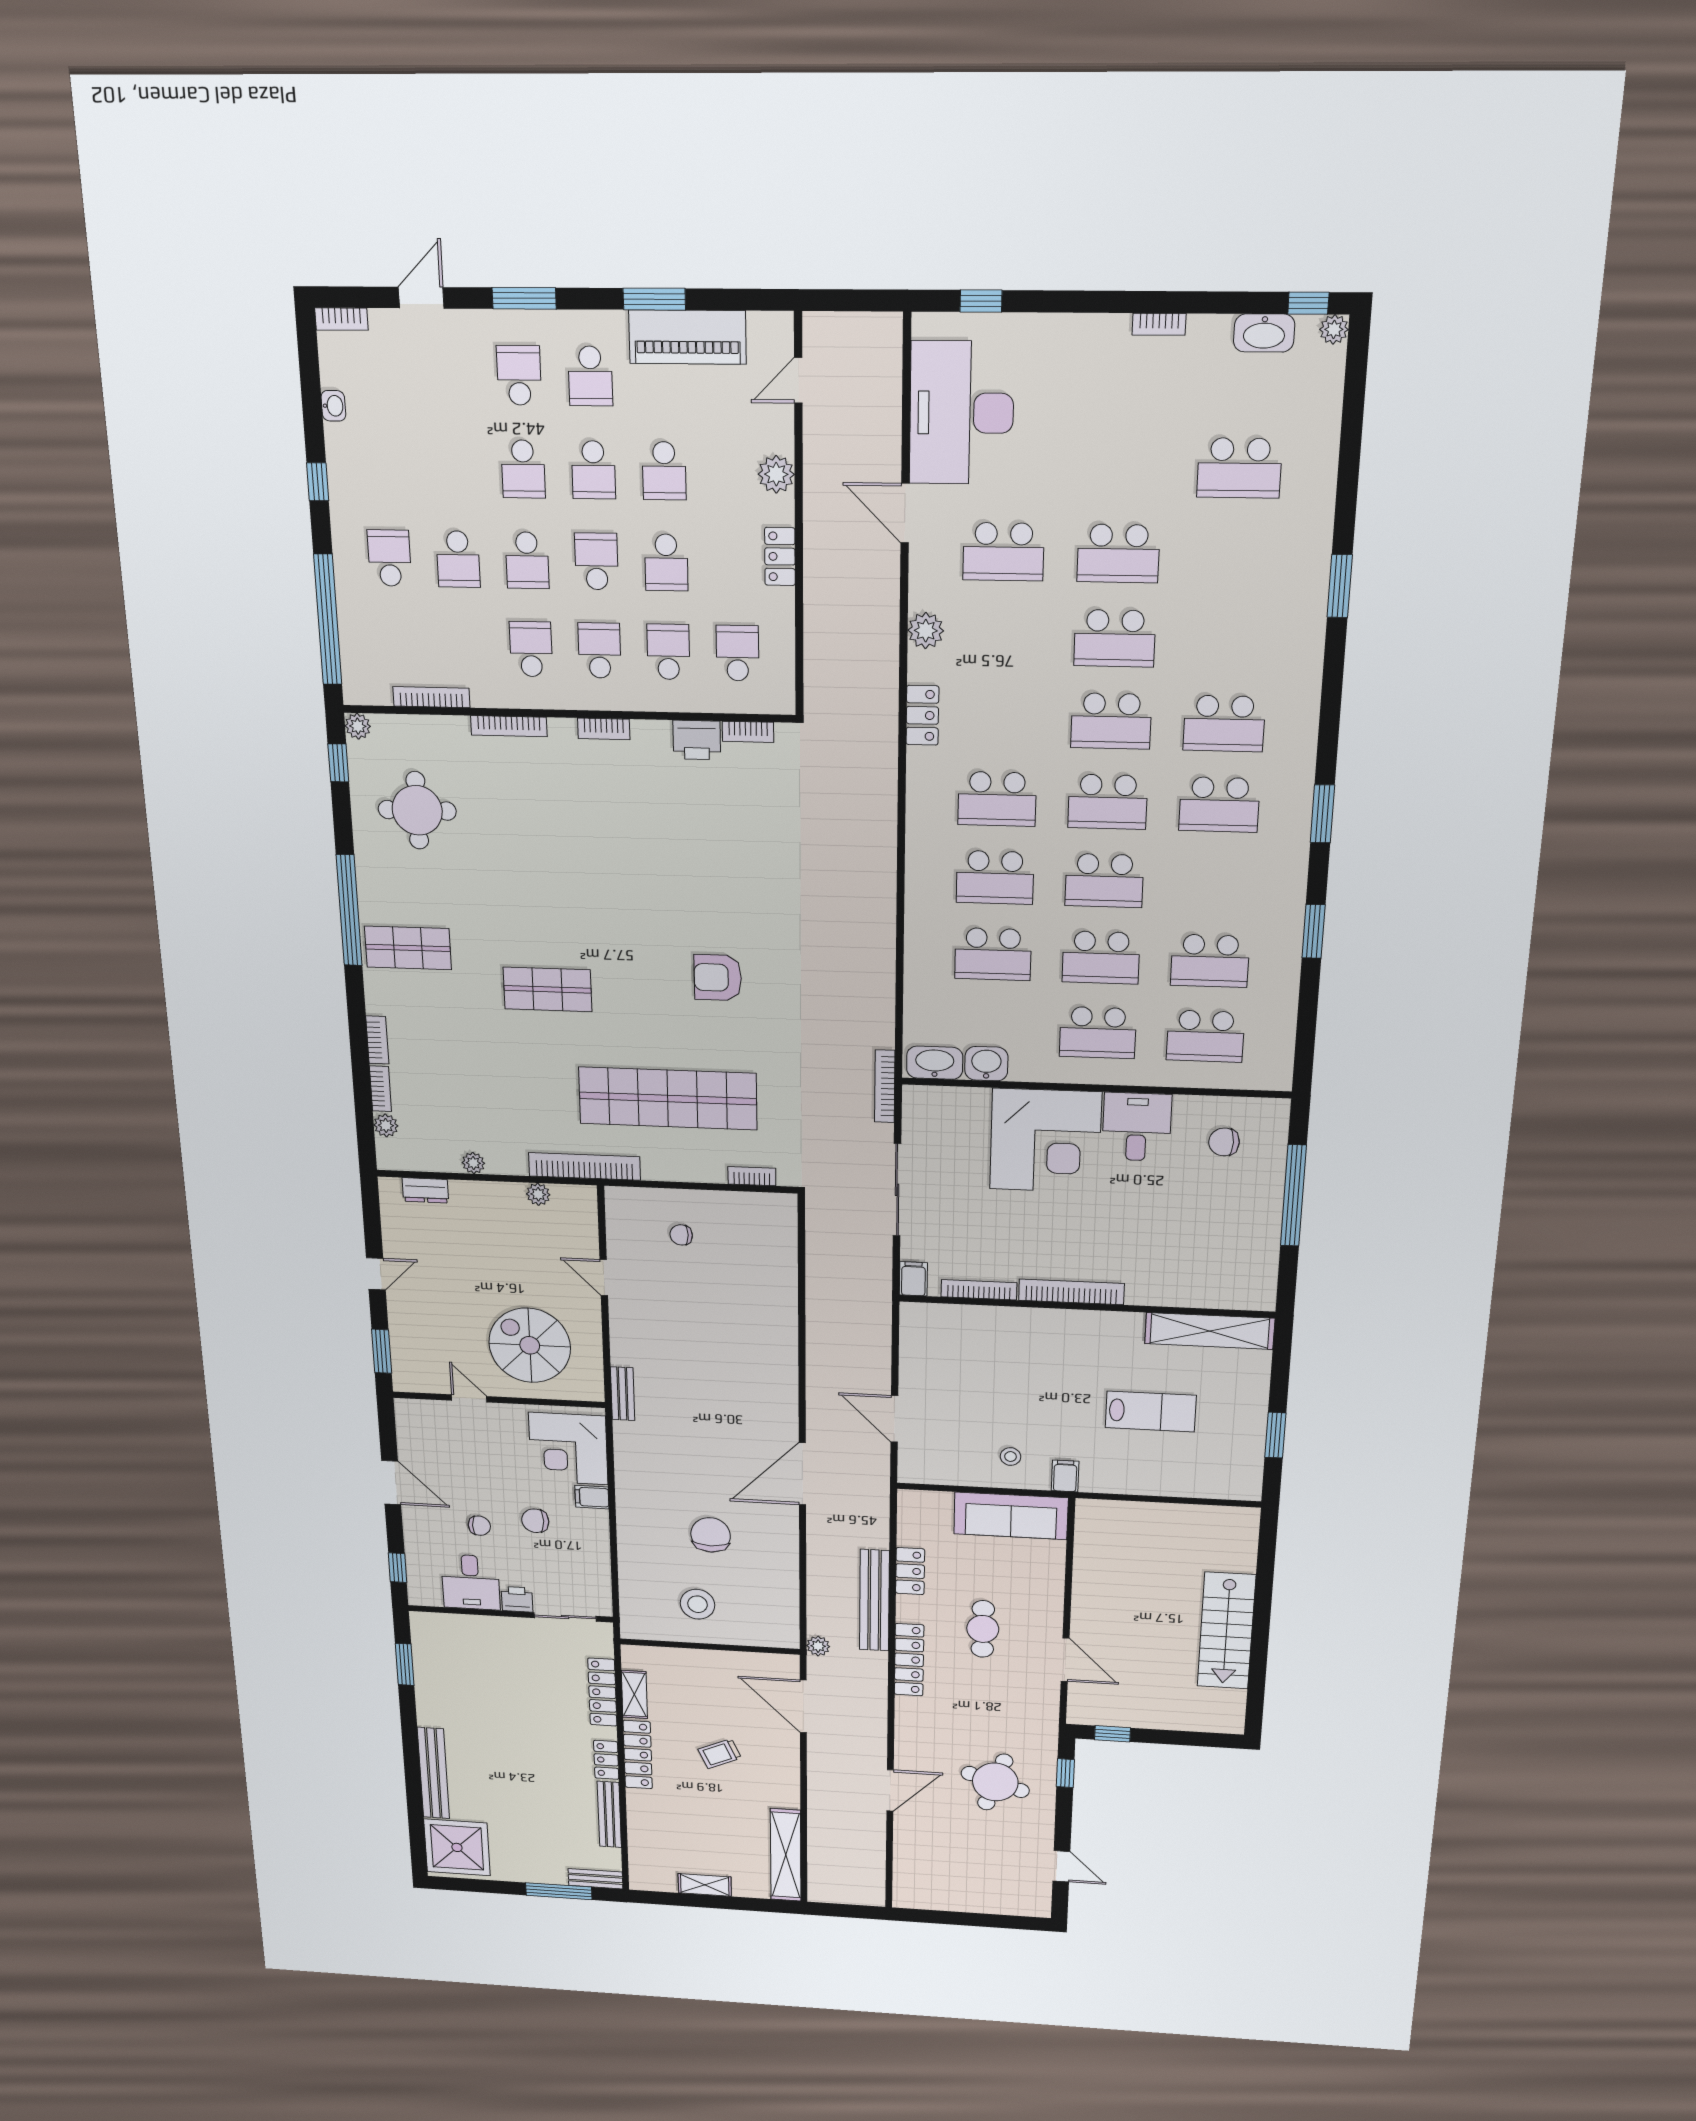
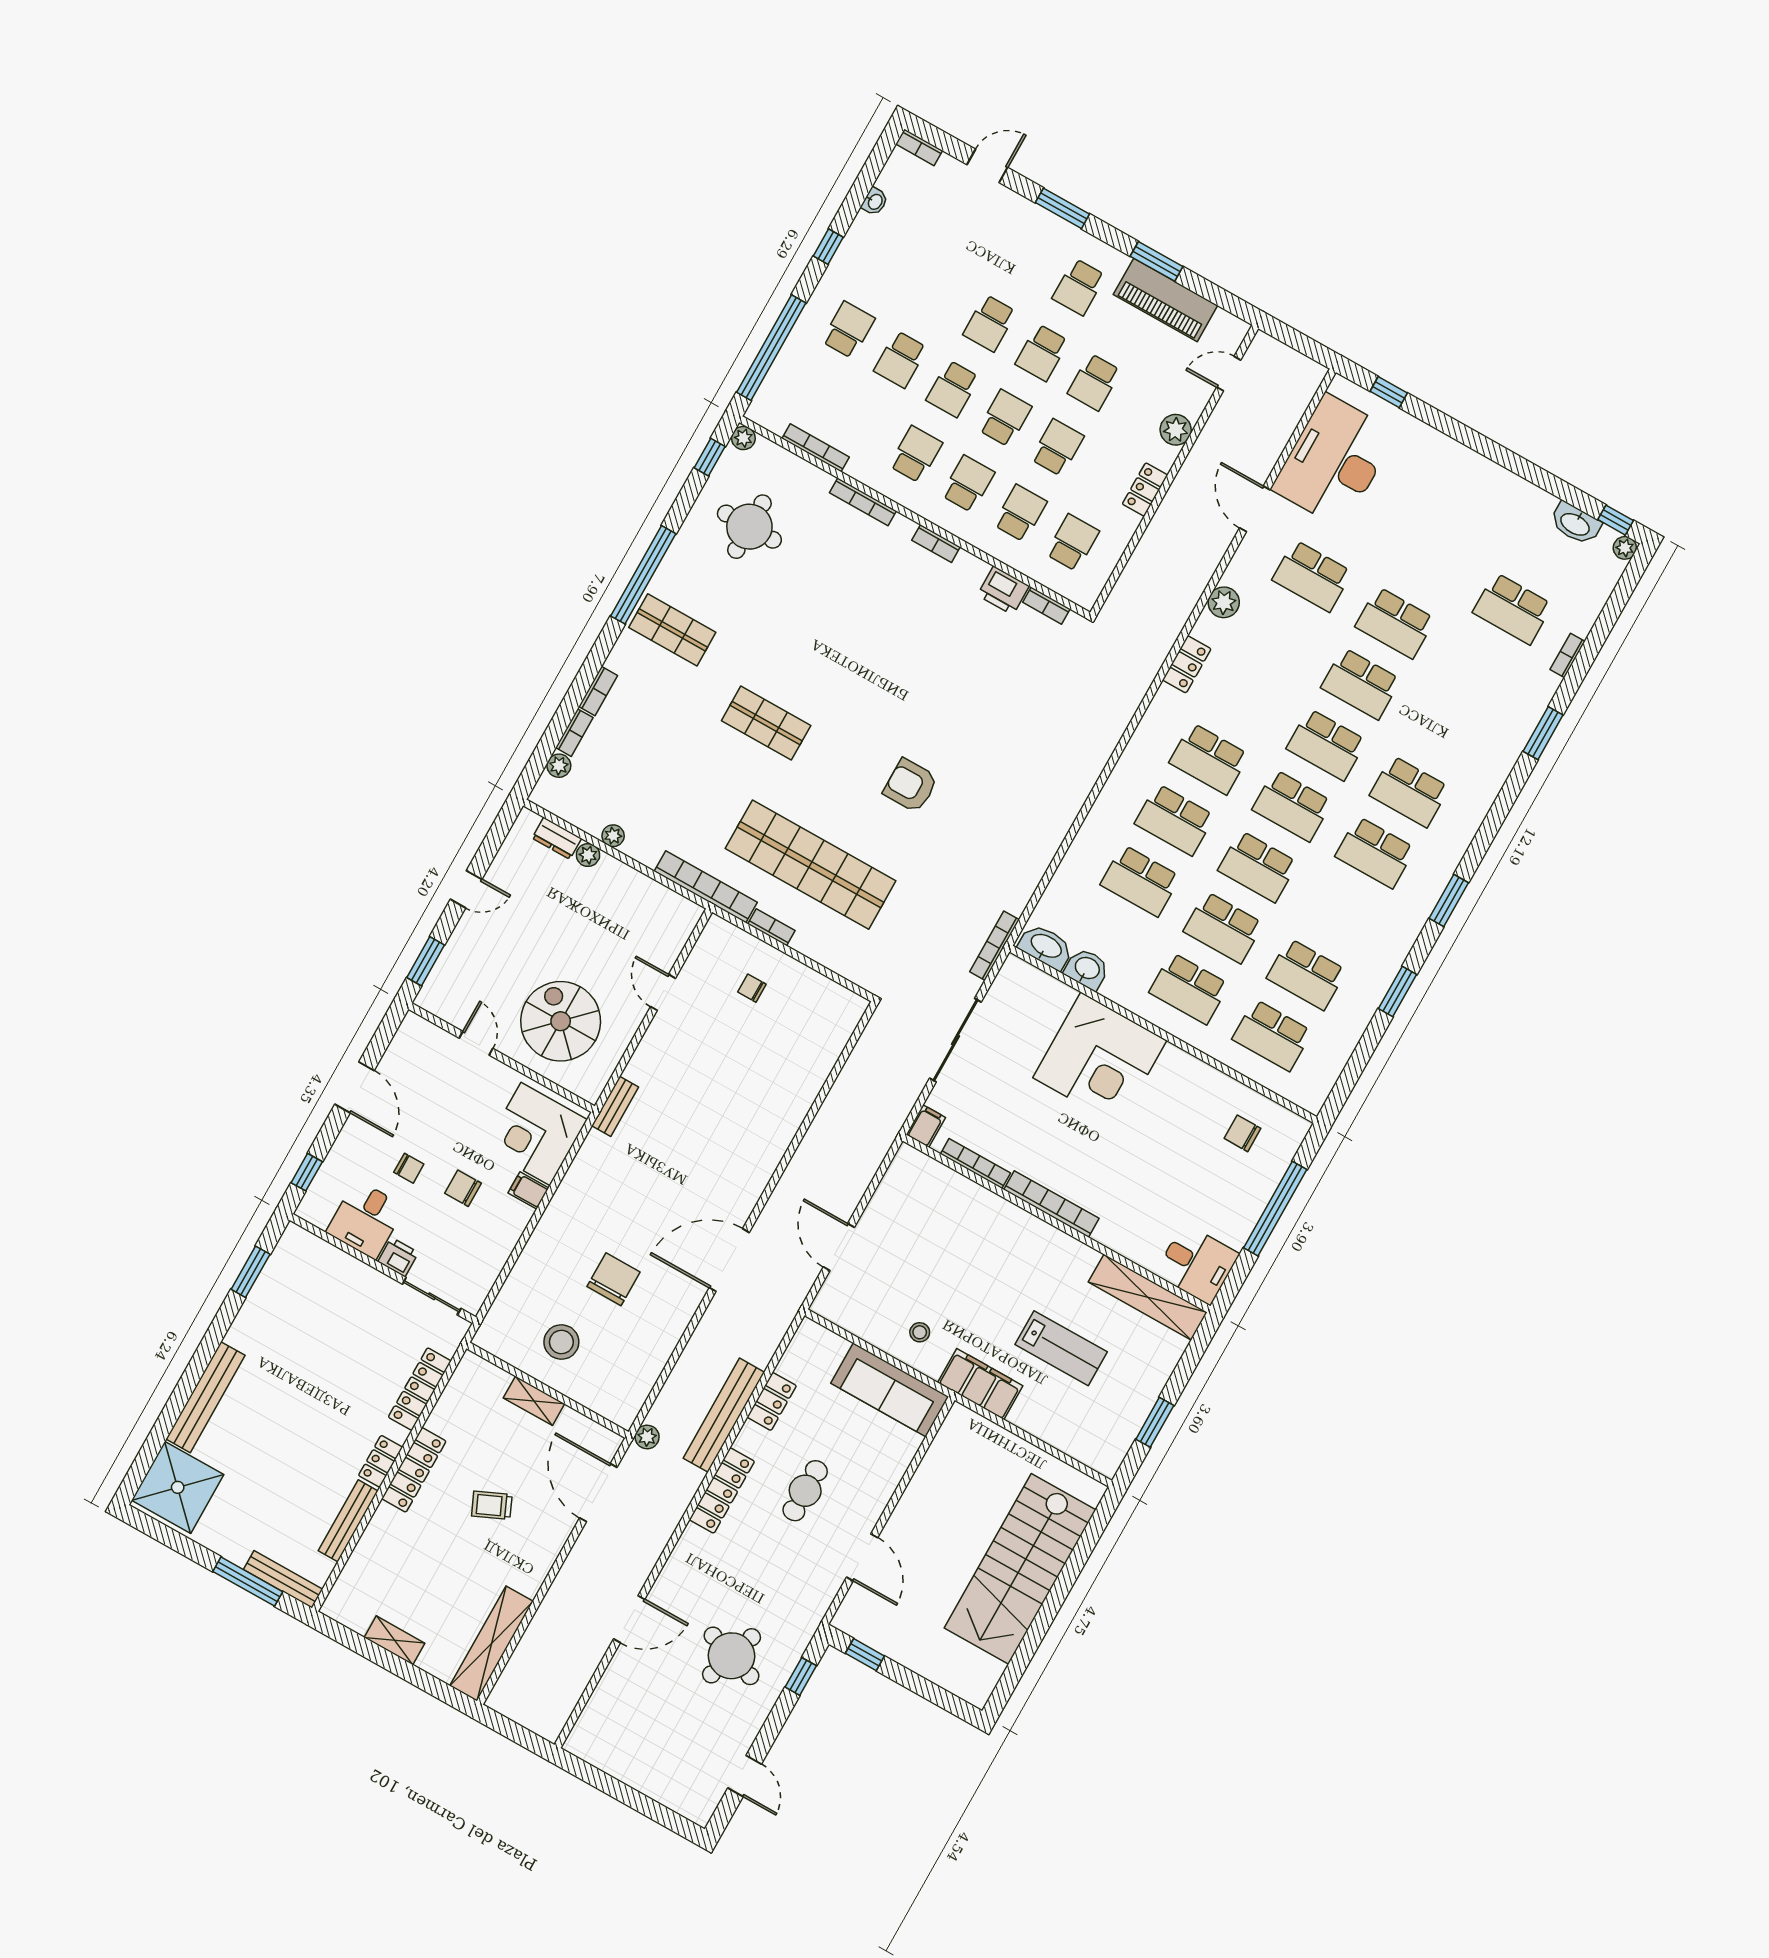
bookcase: (1159, 324) -> (1568, 655), moved, turned 90
school desk: (519, 375) -> (1027, 258), removed
school desk: (666, 563) -> (1057, 448), turned 180
desk: (1137, 1127) -> (1197, 1264), moved, turned 90
bookcase: (752, 1176) -> (771, 927), moved
plant: (538, 1194) -> (588, 855), moved
filing cabinet: (1065, 1476) -> (980, 1384), width x3.00, depth x1.17
stairs: (1226, 1631) -> (1020, 1569), width x1.36, depth x1.51
shelving: (634, 1695) -> (534, 1401), moved, turned 90
bench: (595, 1879) -> (283, 1579), width x1.36

